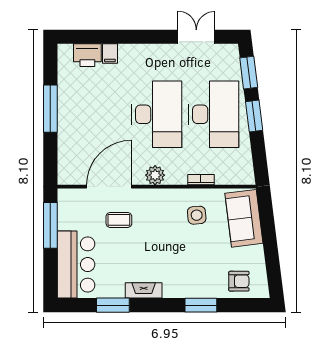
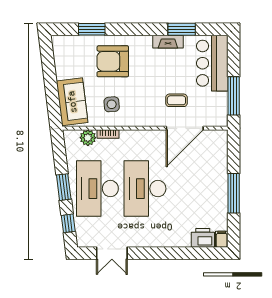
filing cabinet: (110, 54) -> (222, 239), moved
window: (249, 73) -> (68, 223), width x0.67
plant: (155, 175) -> (88, 138), moved
armchair: (239, 281) -> (113, 61), moved, width x1.88, depth x1.88
fireplace: (144, 290) -> (168, 42), moved
window: (201, 305) -> (92, 29), moved

